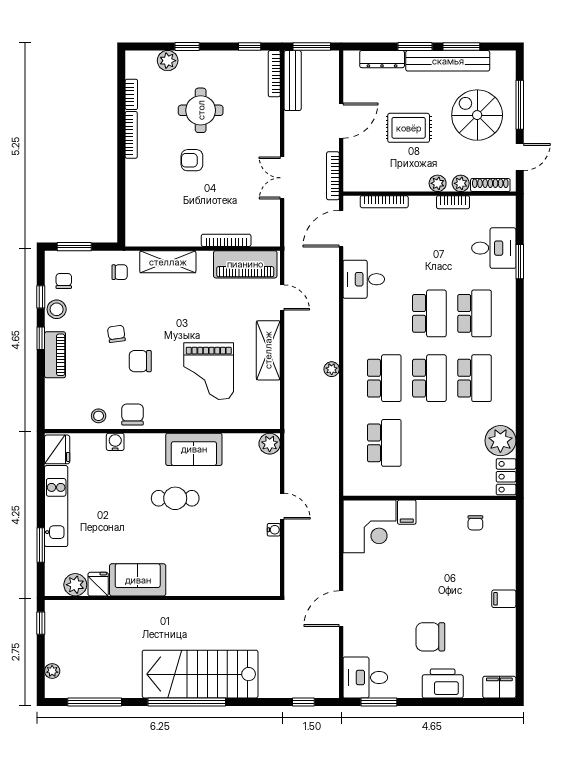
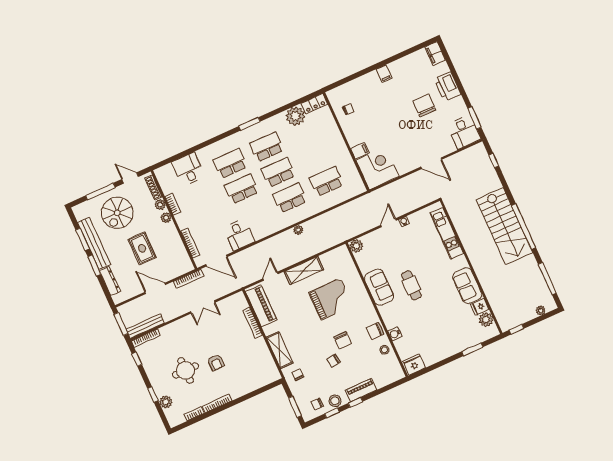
window: (520, 262) -> (249, 124), moved
kitchen unit: (56, 506) -> (447, 233), moved, turned -90
chair: (430, 637) -> (424, 105), turned 180

